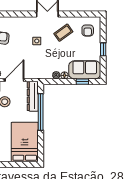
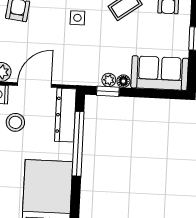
window: (82, 82) -> (108, 91), moved

